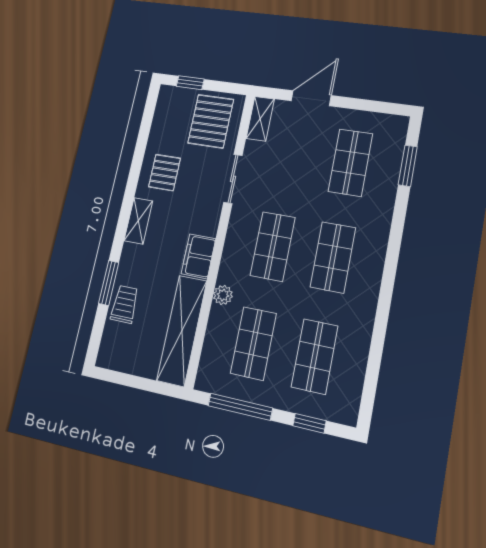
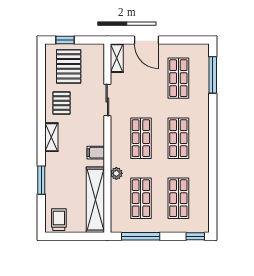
door: (311, 98) -> (147, 40), swing flipped
pallet: (211, 121) -> (69, 66), moved
window: (408, 166) -> (213, 75), width x1.44
filing cabinet: (198, 256) -> (96, 153), width x0.50
trolley: (125, 304) -> (59, 220), moved
window: (309, 423) -> (195, 236), moved

